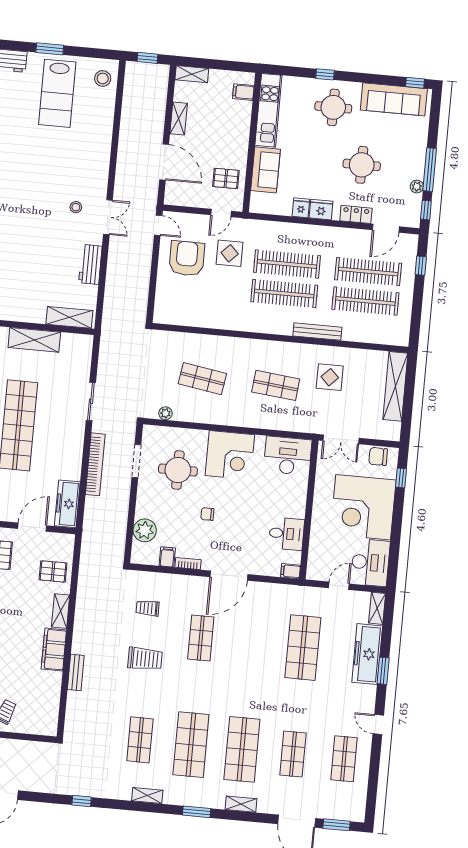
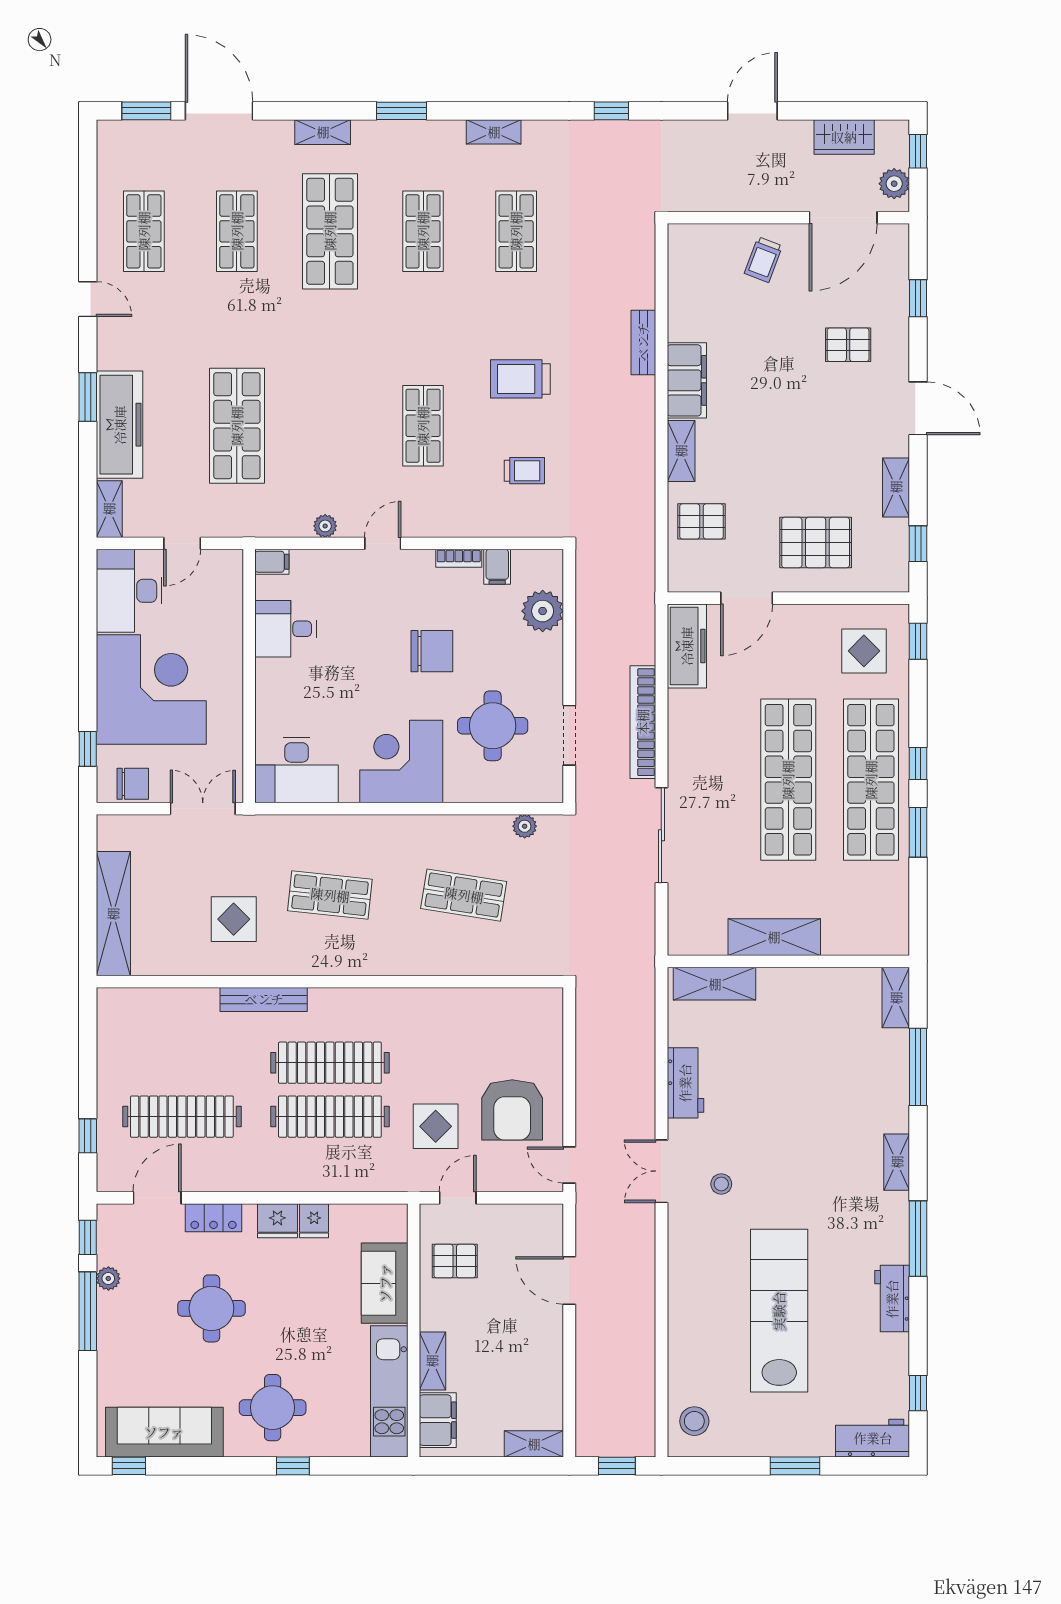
filing cabinet: (243, 92) -> (438, 1420), width x2.00
lab bench: (57, 93) -> (779, 1311), moved, width x1.36
shelving: (179, 118) -> (432, 1361), moved
door: (164, 162) -> (569, 1280), width x0.73
clothes rail: (365, 301) -> (182, 1063), removed
sliding door: (91, 401) -> (661, 835), width x1.37
chair: (207, 514) -> (432, 651), width x1.87, depth x1.87
door: (229, 576) -> (383, 543), width x0.53
plant: (260, 588) -> (325, 526), added
shop shelf: (191, 745) -> (423, 231), width x0.70, depth x0.74

